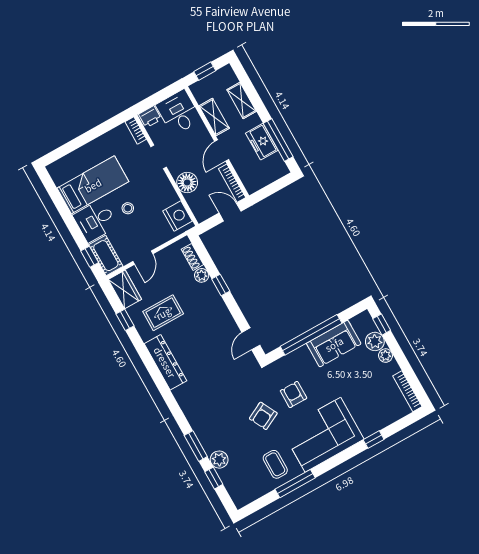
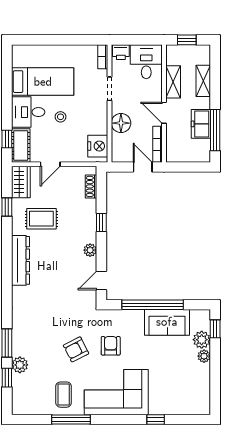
door: (222, 151) -> (164, 113), hinge flipped
plant: (202, 275) -> (90, 250), moved
bookcase: (407, 391) -> (205, 395), removed

